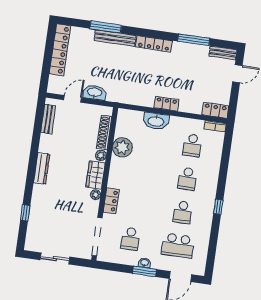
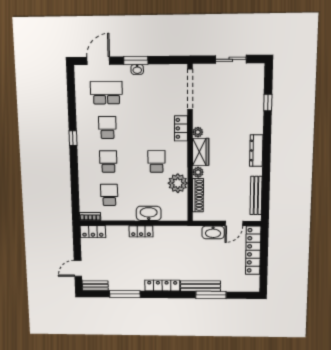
locker: (60, 50) -> (253, 250), moved
bench: (48, 119) -> (256, 195), width x1.36
school desk: (130, 239) -> (156, 161), moved

